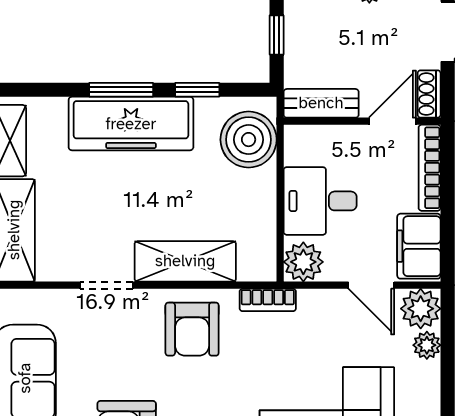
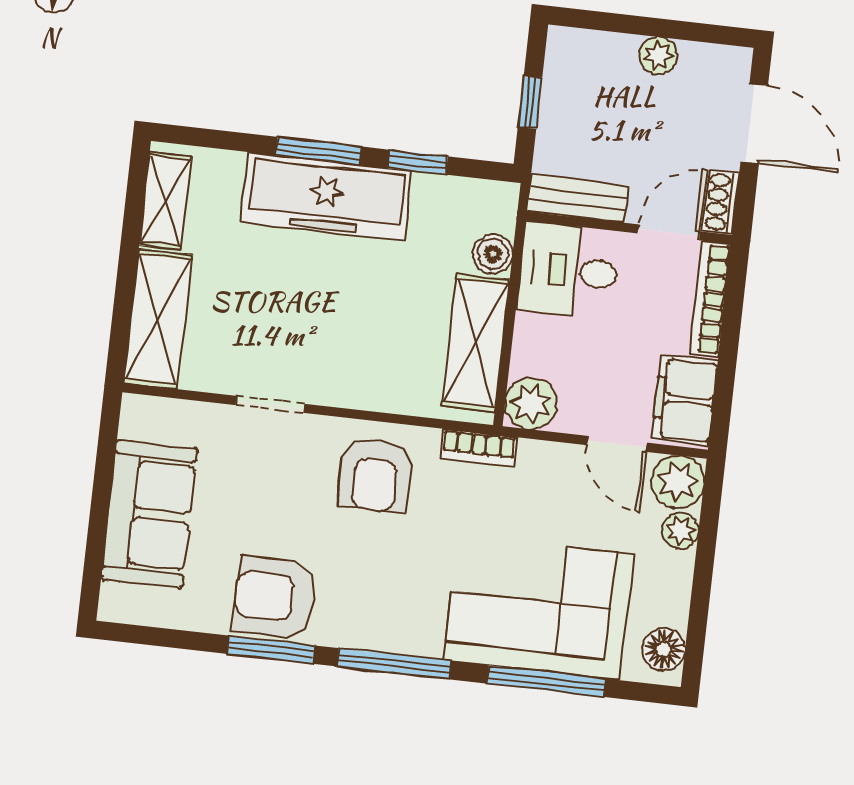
boiler: (249, 140) -> (493, 254), width x0.54, depth x0.54
desk: (320, 201) -> (569, 271), moved
shelving: (185, 261) -> (476, 343), moved, turned 90

